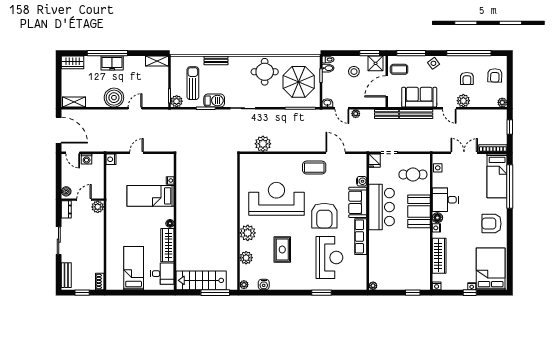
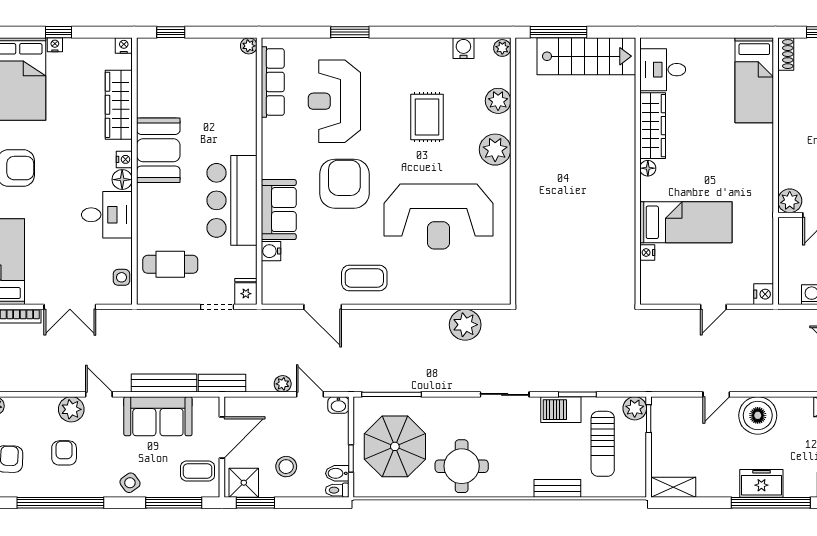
booth: (419, 211) -> (158, 150), moved
row of seats: (361, 237) -> (273, 82), moved
bed: (134, 268) -> (754, 80), moved

